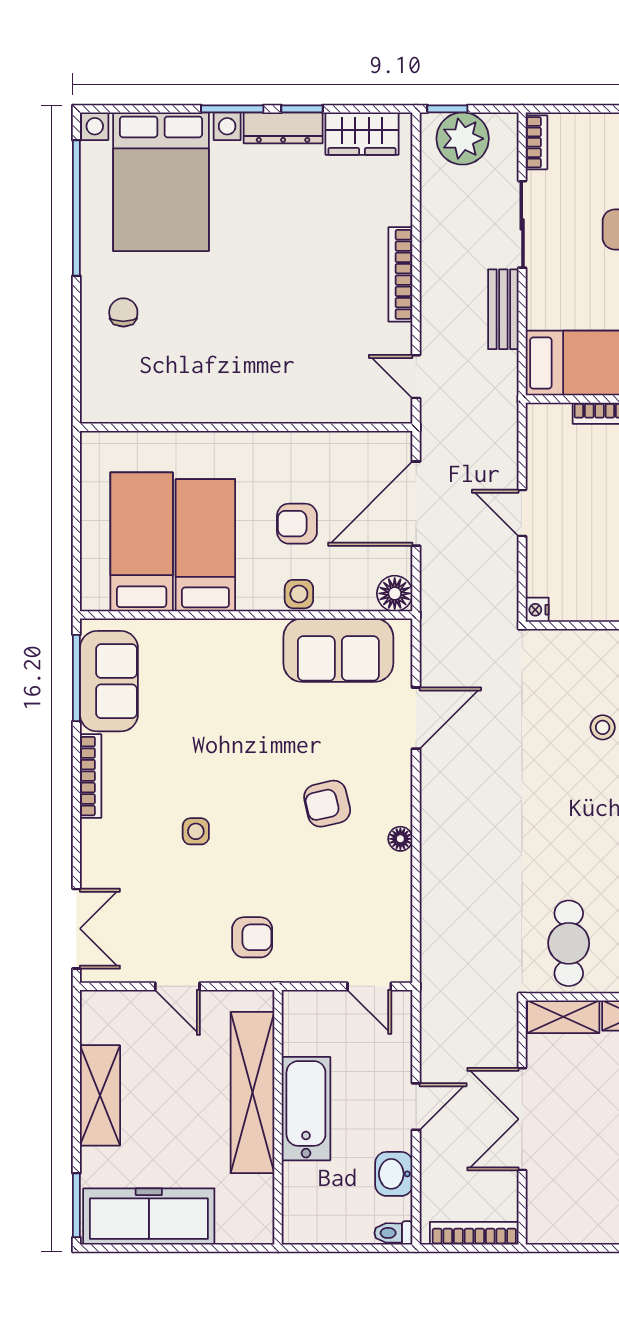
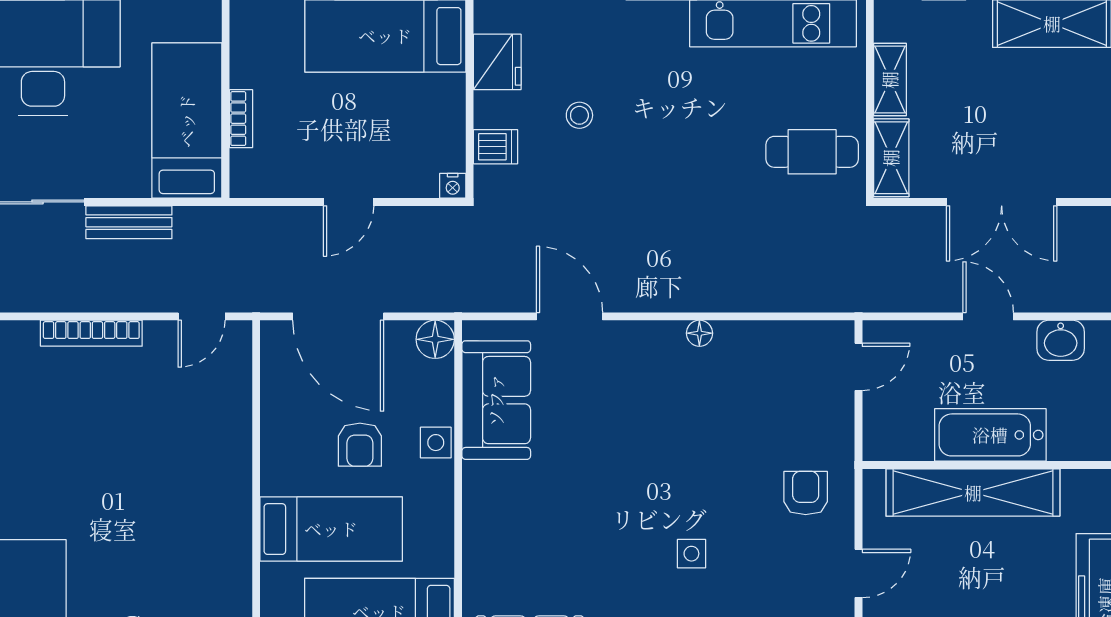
bed: (205, 545) -> (331, 529), moved, turned 180
dishwasher: (573, 649) -> (495, 147), added
armchair: (327, 804) -> (662, 412), removed

